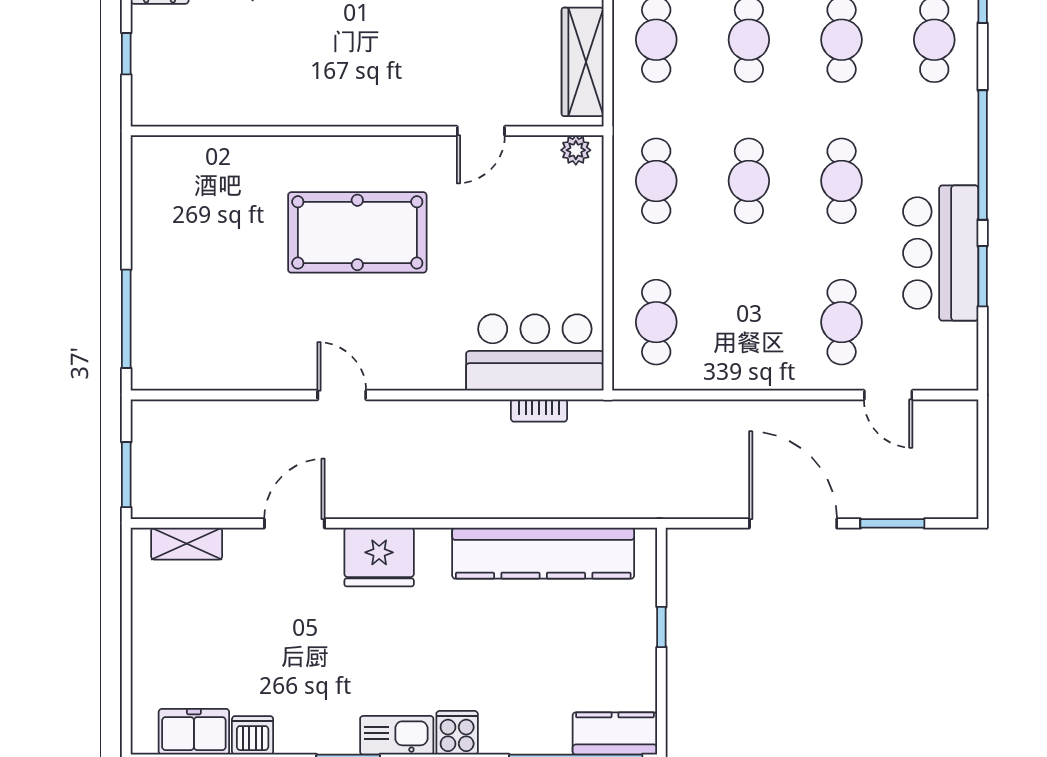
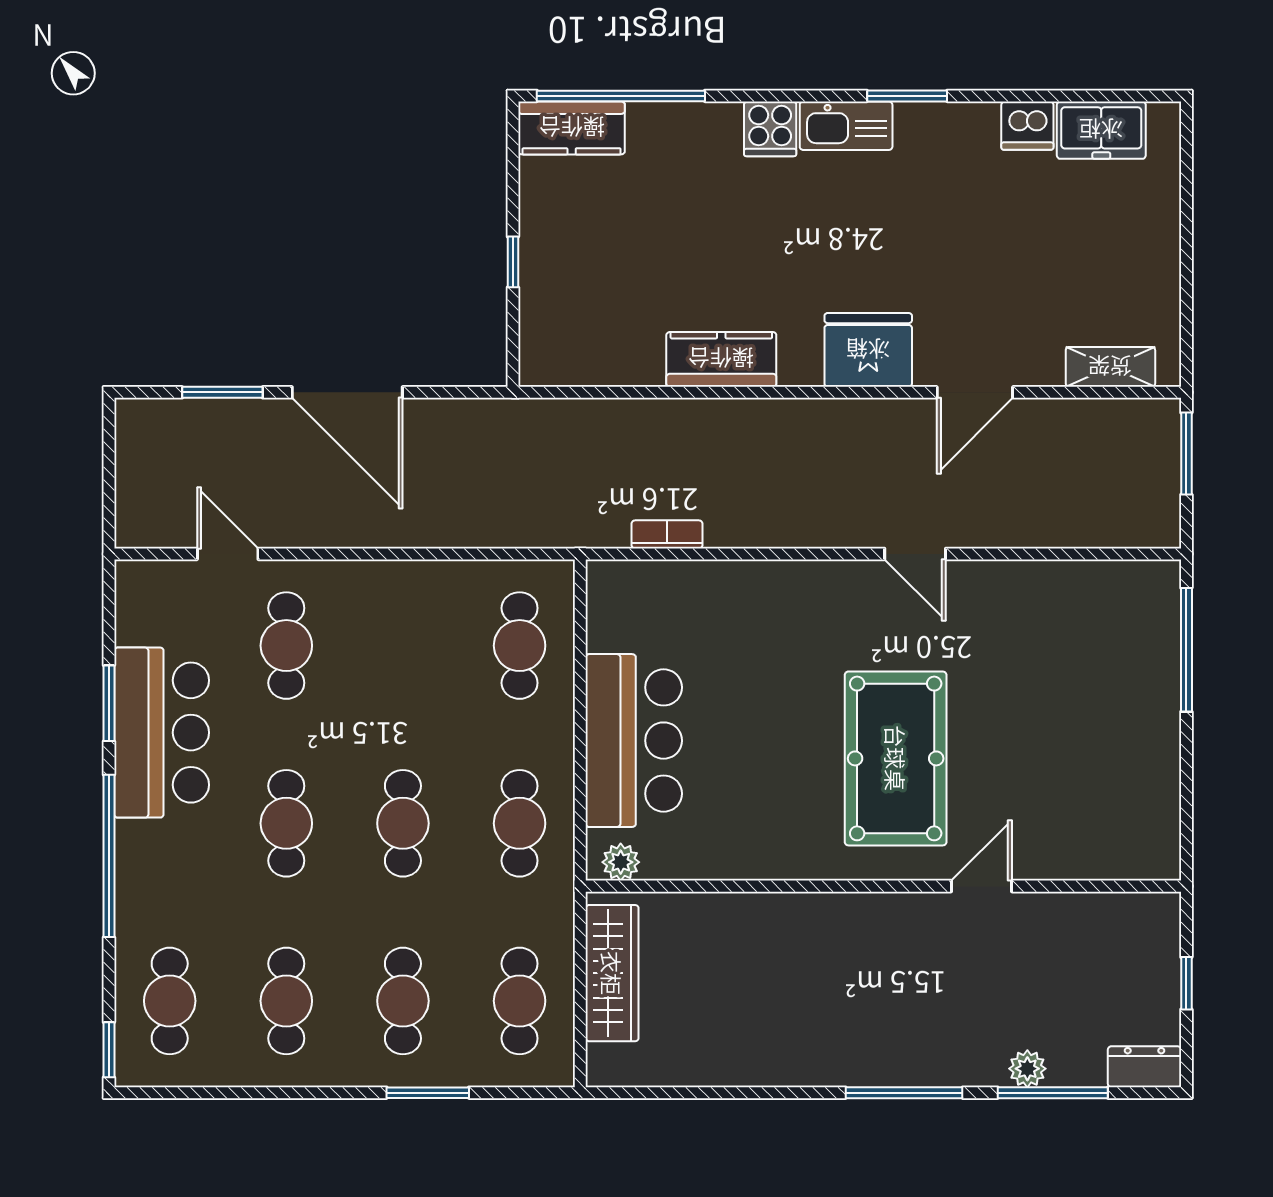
door: (481, 131) -> (982, 886), moved
pool table: (357, 232) -> (896, 758), turned 90
bar counter: (535, 352) -> (634, 741), moved, turned -90
kitchen counter: (543, 553) -> (721, 359), width x0.48, depth x0.86

